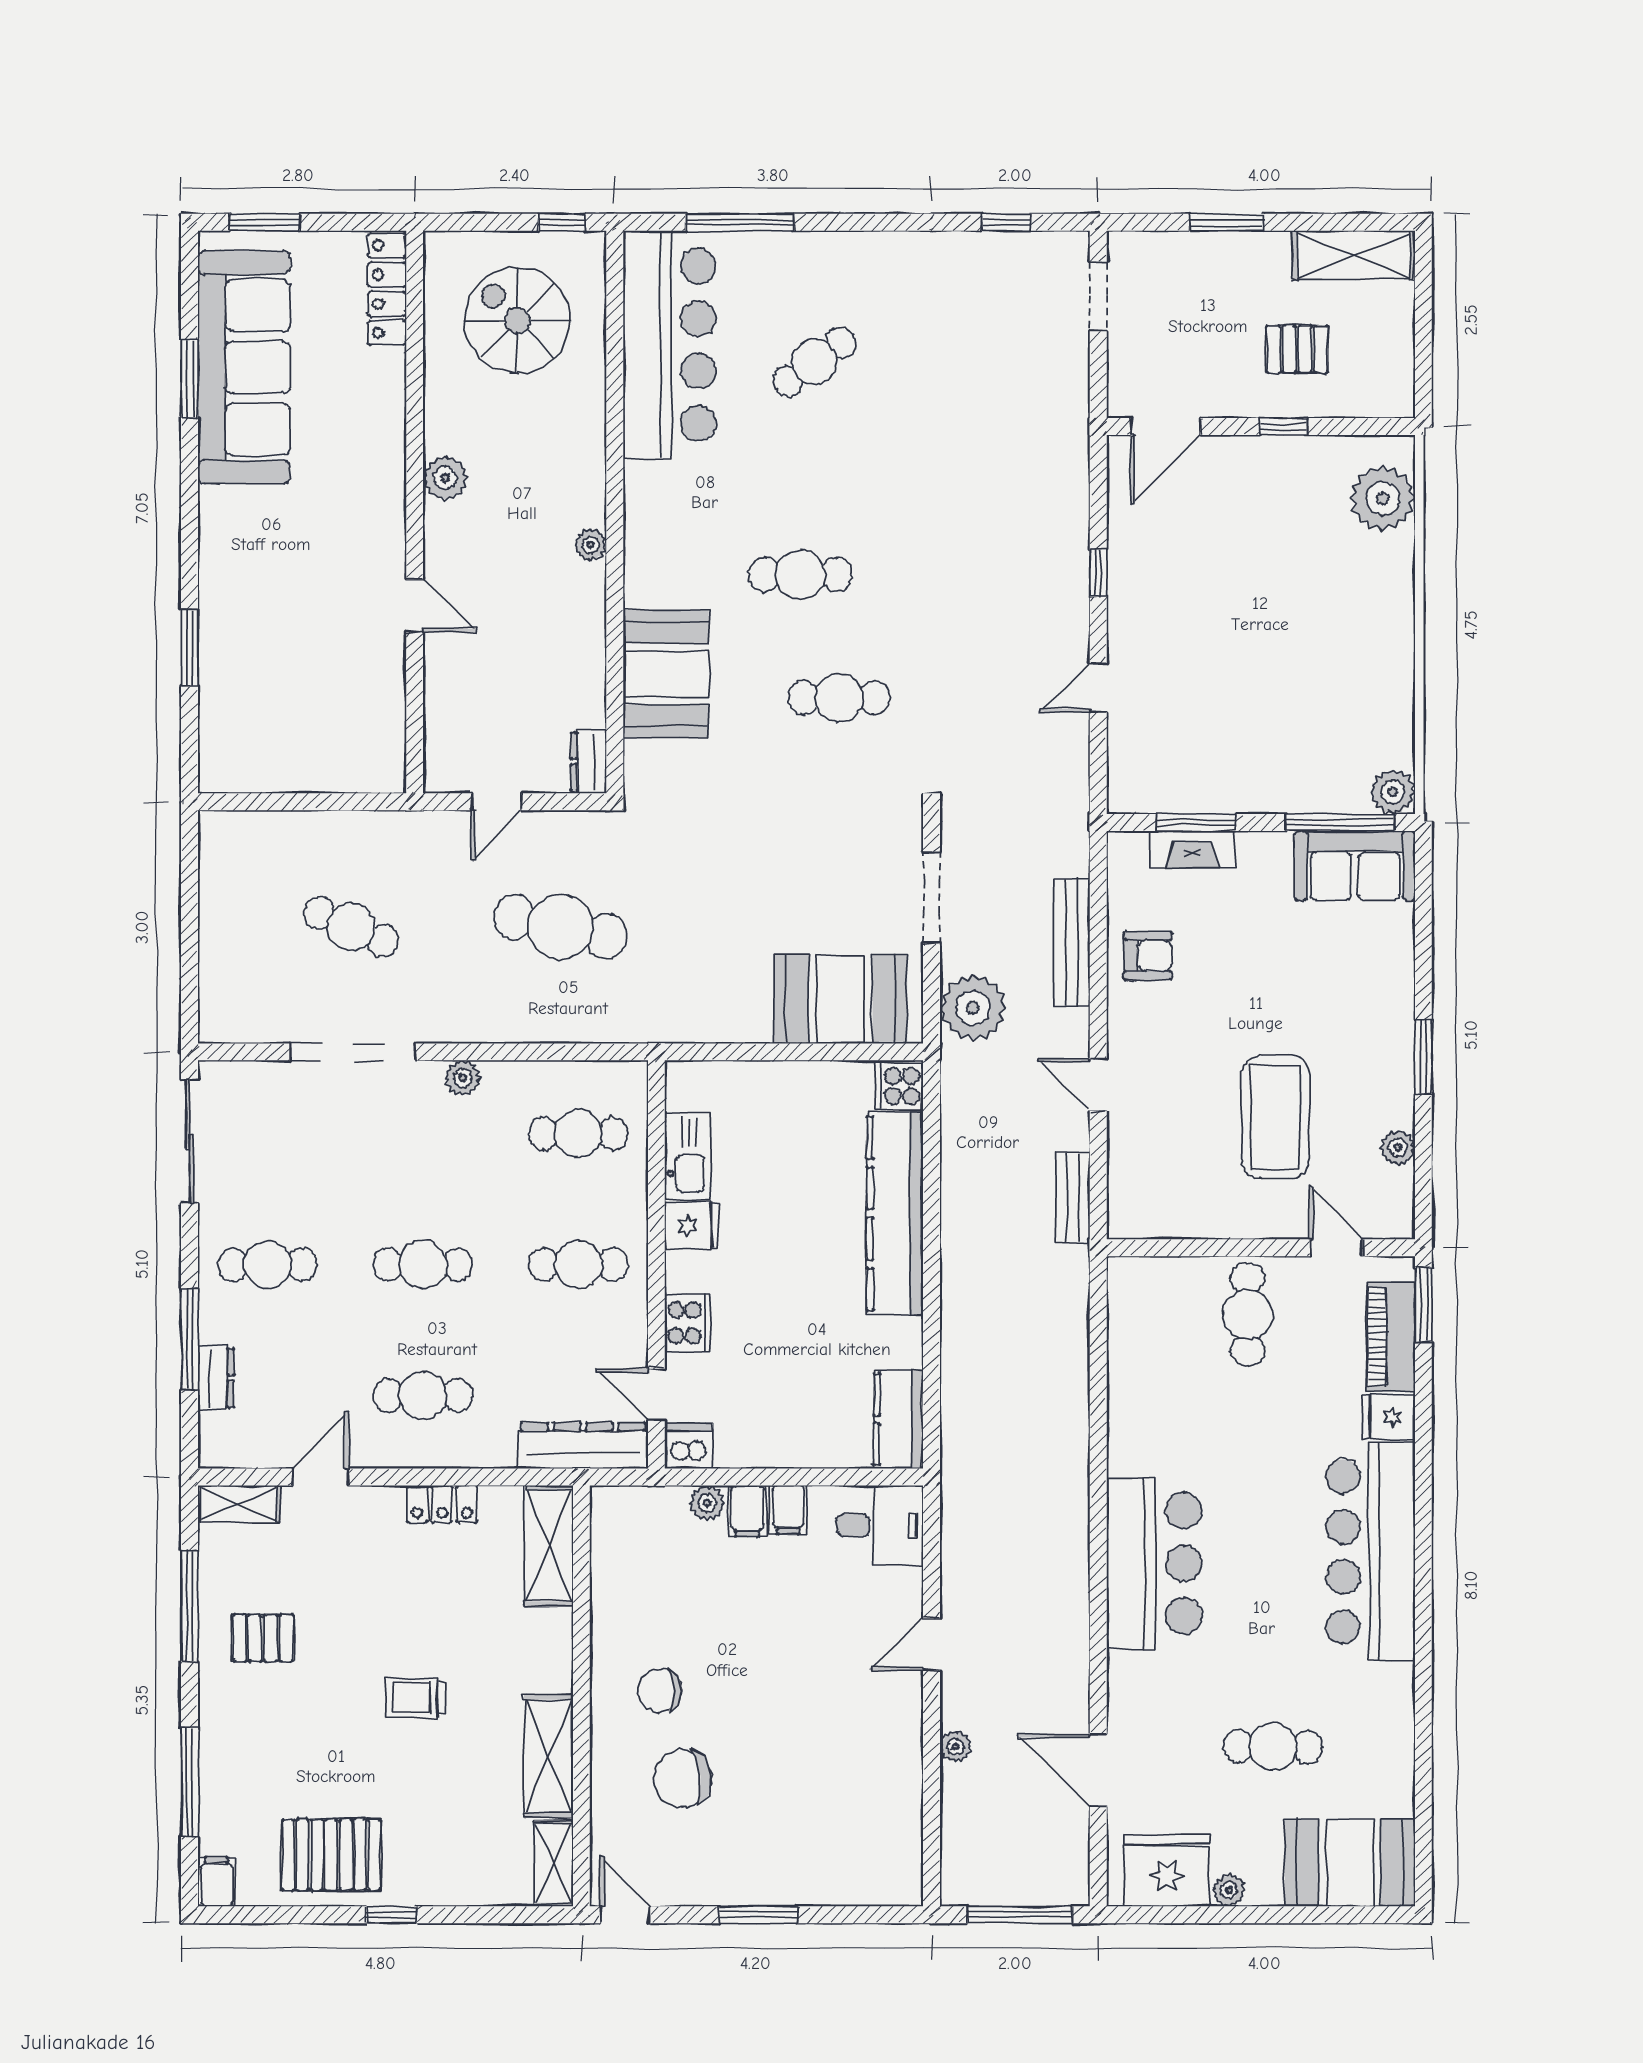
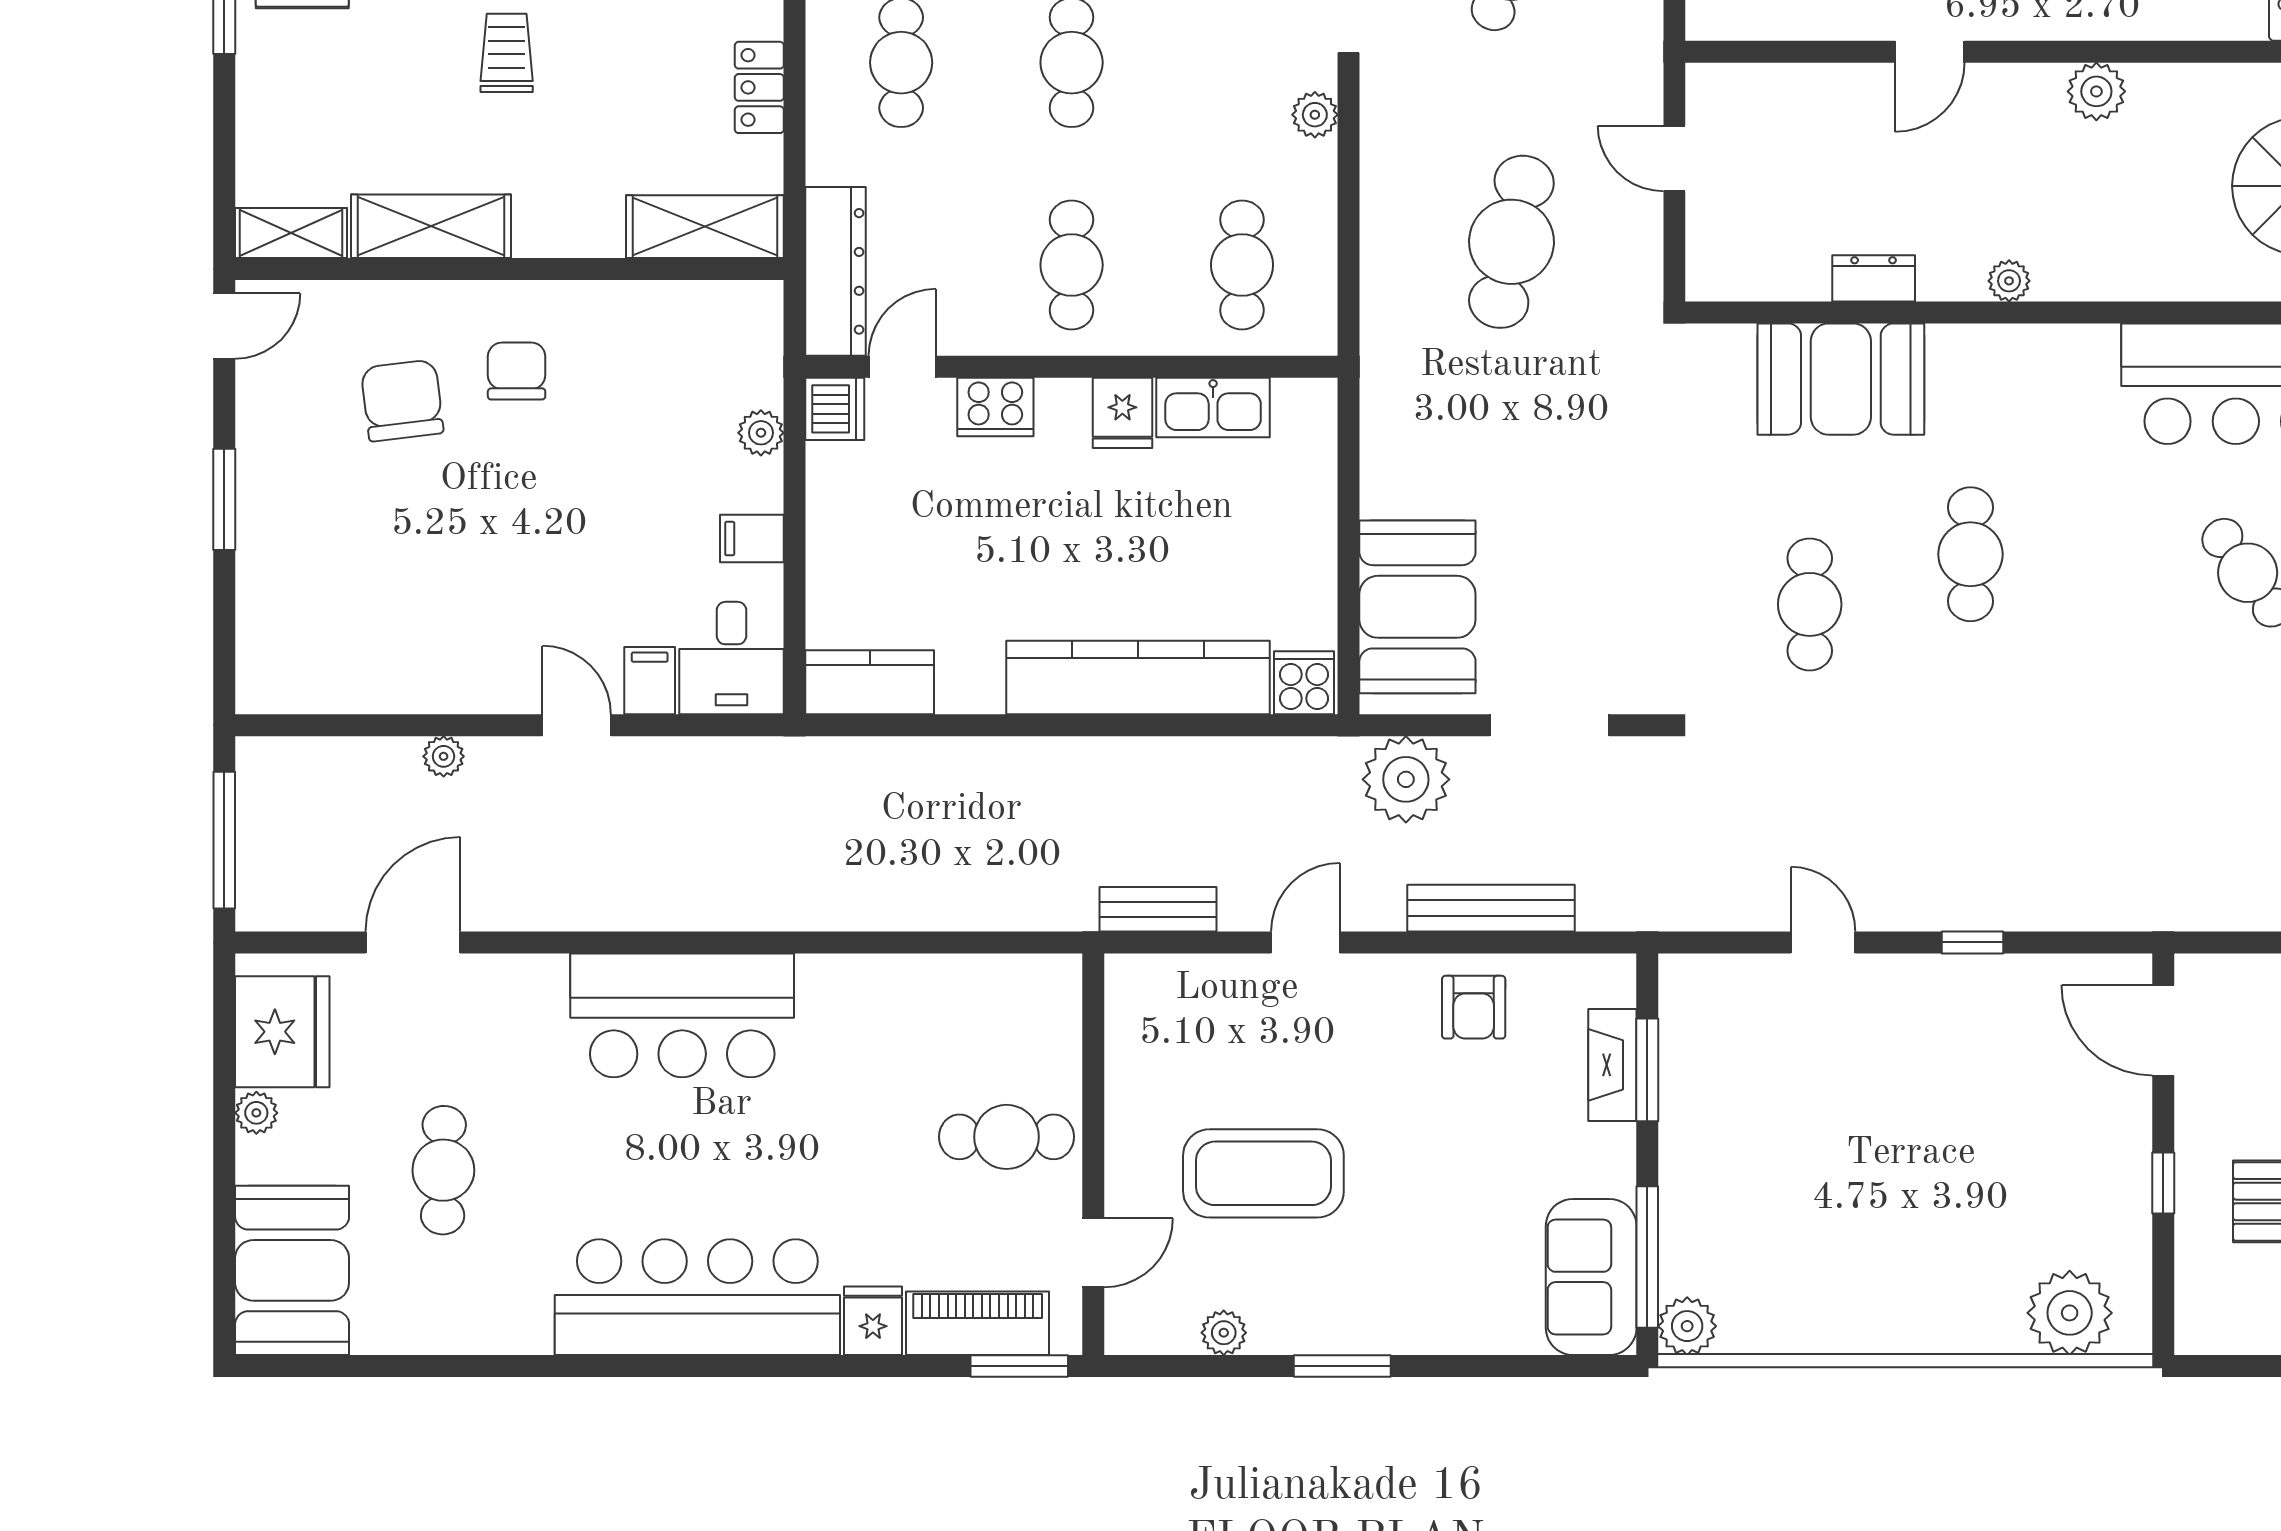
dresser: (589, 762) -> (1874, 278), moved
filing cabinet: (747, 1511) -> (650, 681), moved, turned 90

